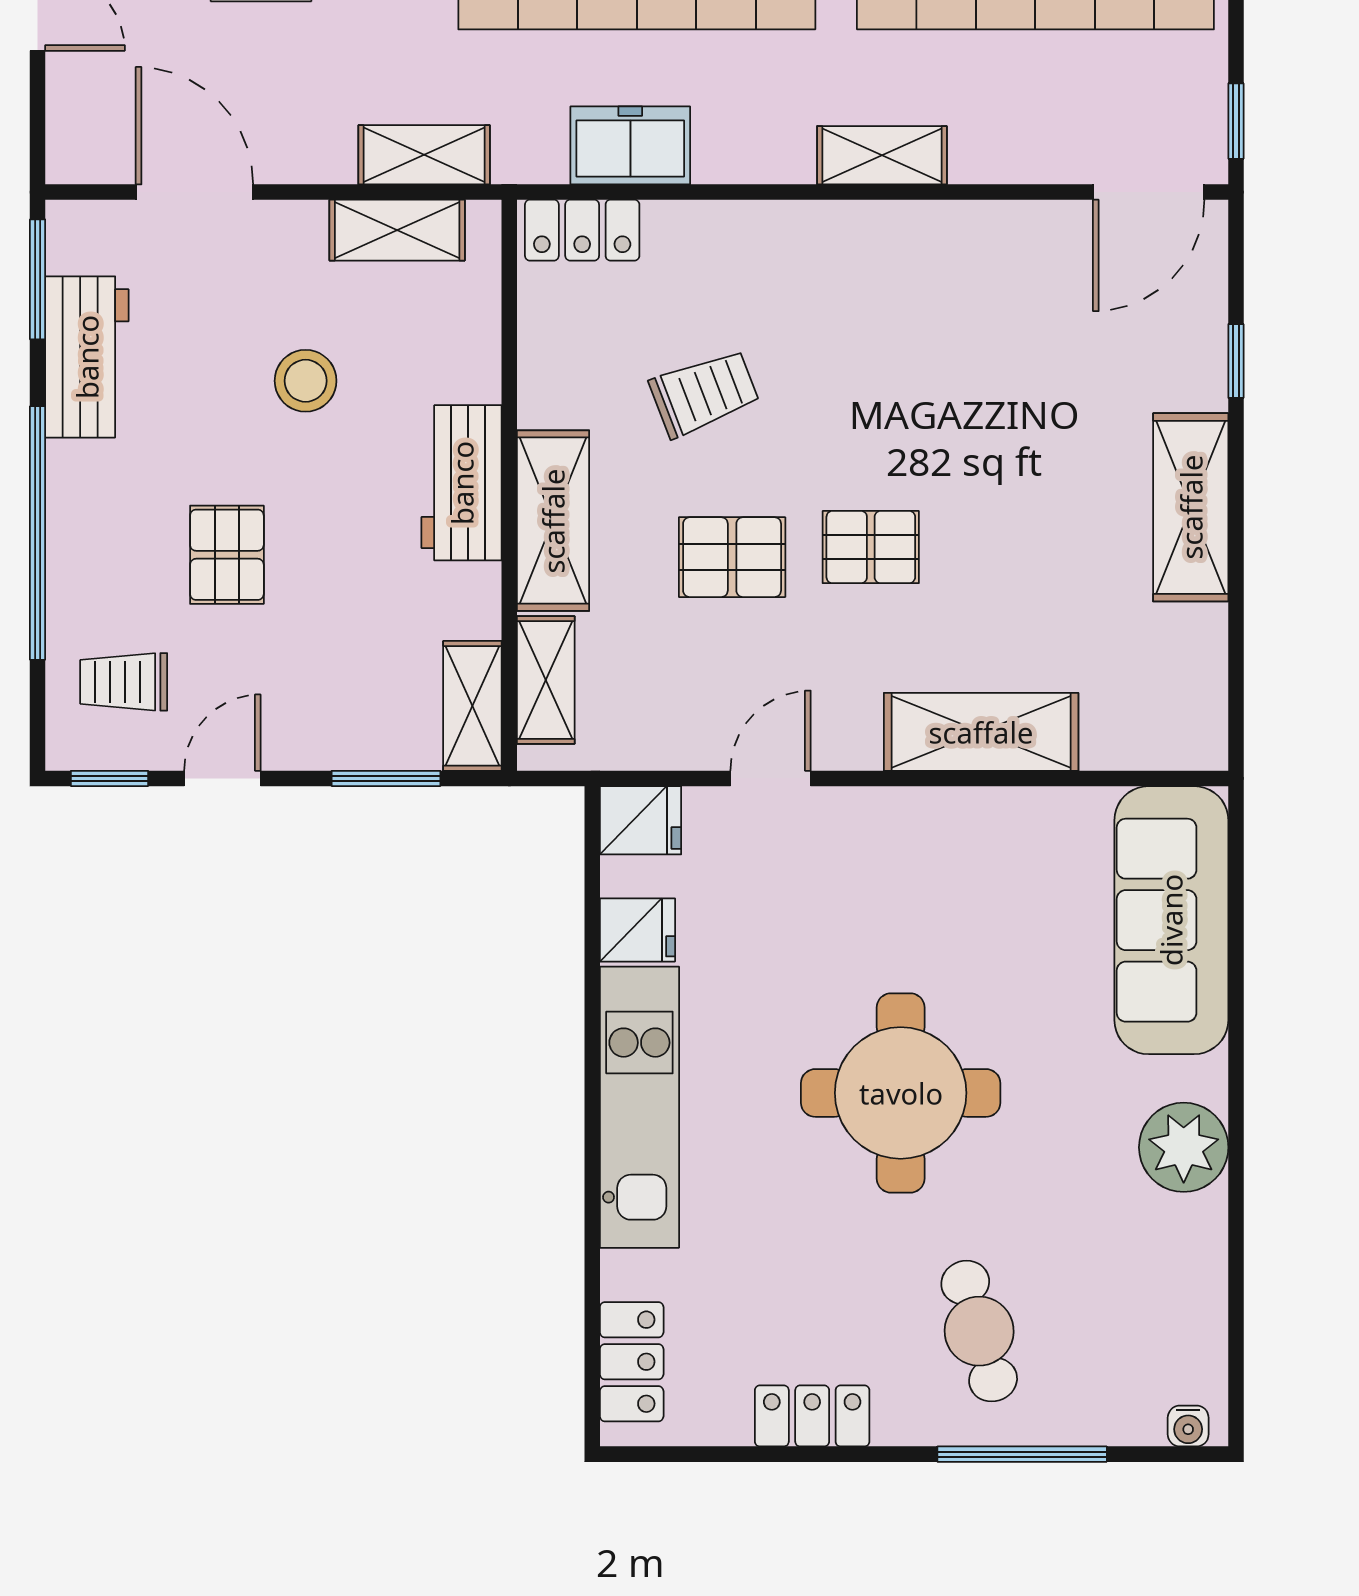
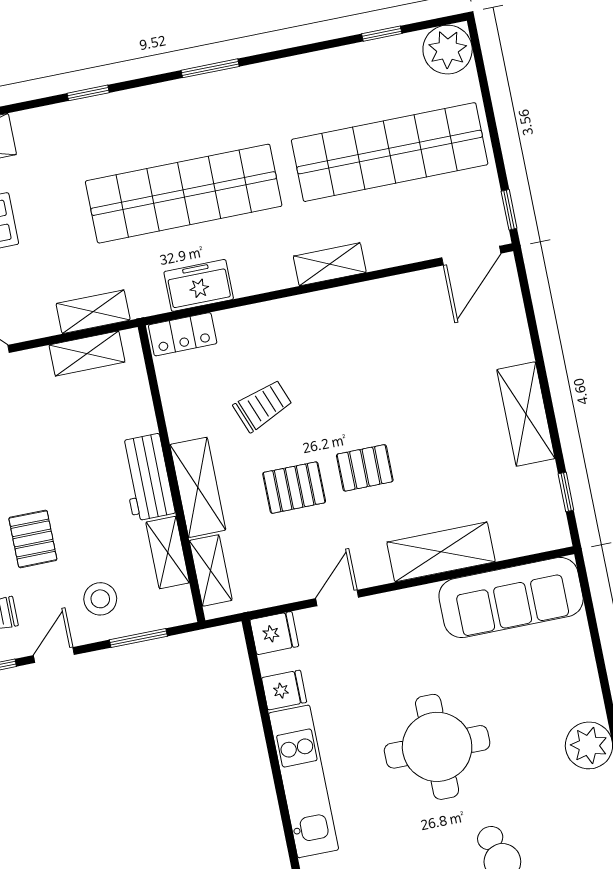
window: (1236, 361) -> (566, 492), moved
stool: (306, 381) -> (100, 599), moved
shelving: (472, 706) -> (168, 553), moved
sofa: (1171, 920) -> (511, 598), moved, turned -90

